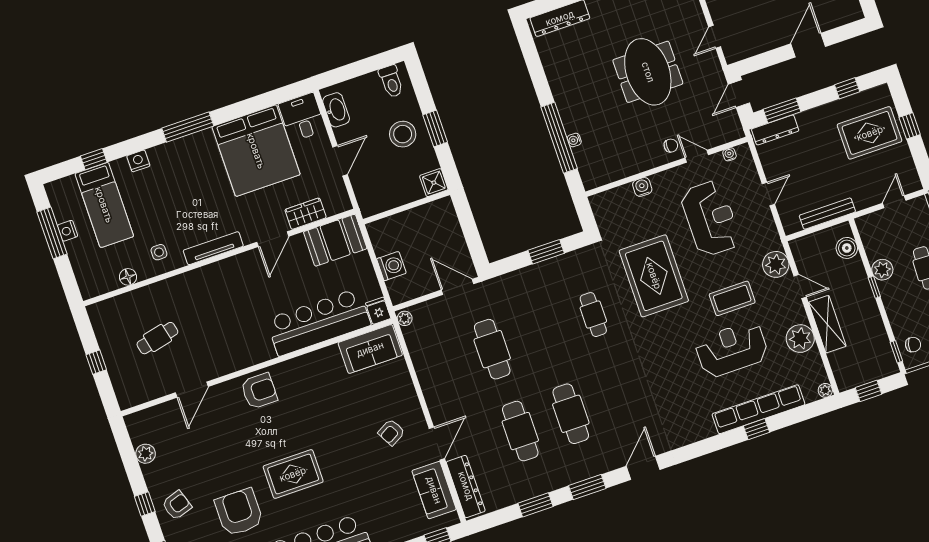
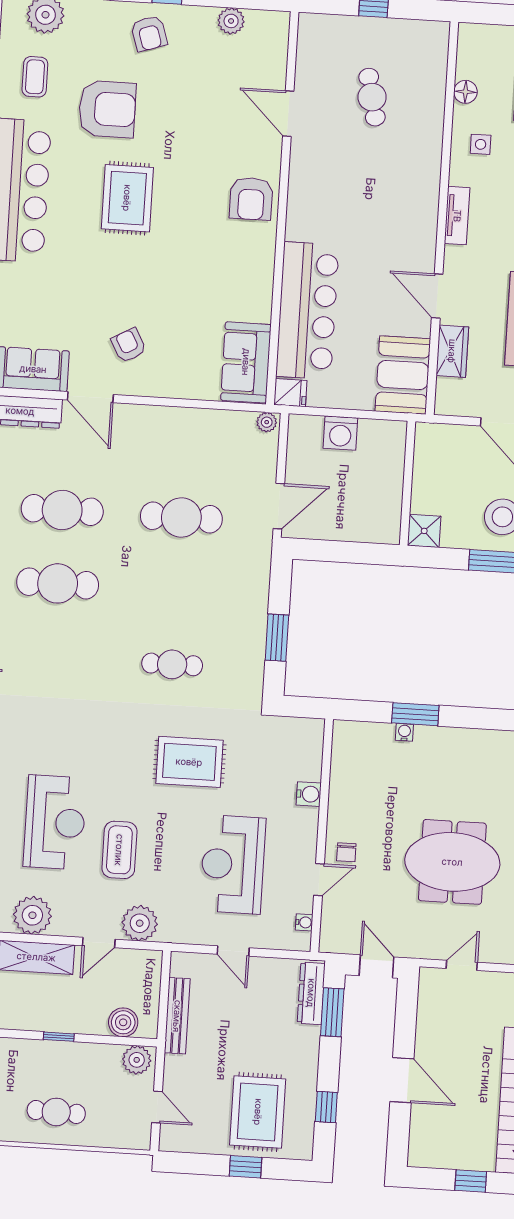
door: (715, 37) -> (462, 965), hinge flipped
window: (559, 138) -> (415, 714), width x0.47
reception desk: (710, 218) -> (233, 864), turned 90
tv unit: (213, 248) -> (457, 216), width x0.71
plant: (882, 270) -> (137, 1060), moved
rug: (654, 276) -> (189, 762), width x0.73, depth x0.69

